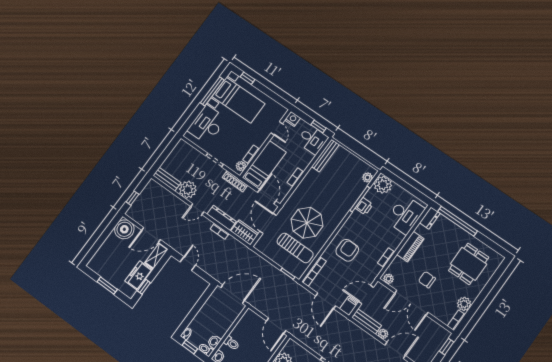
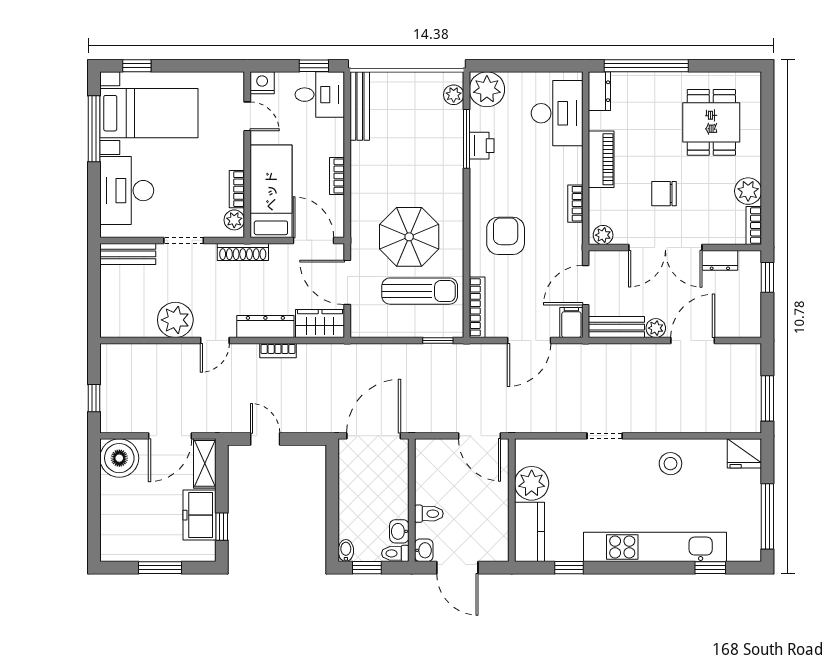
bench: (167, 179) -> (128, 254), moved
door: (326, 301) -> (529, 341), hinge flipped
dresser: (431, 325) -> (720, 260), added

